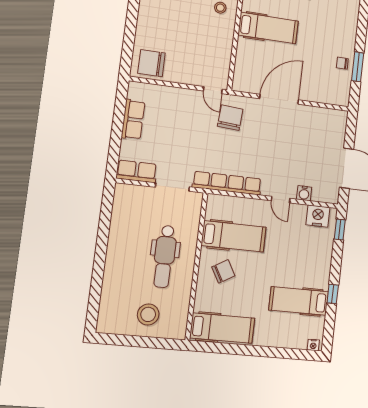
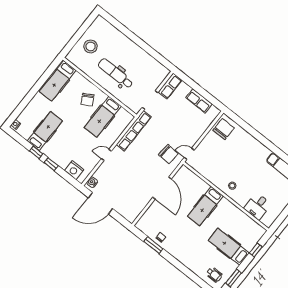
water cooler: (304, 193) -> (92, 182), moved
nightstand: (318, 216) -> (74, 170), moved, turned 90
window: (340, 229) -> (51, 164), moved

